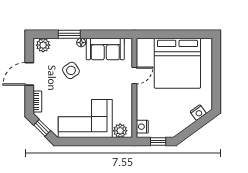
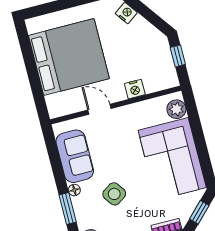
nightstand: (142, 127) -> (135, 89), moved

